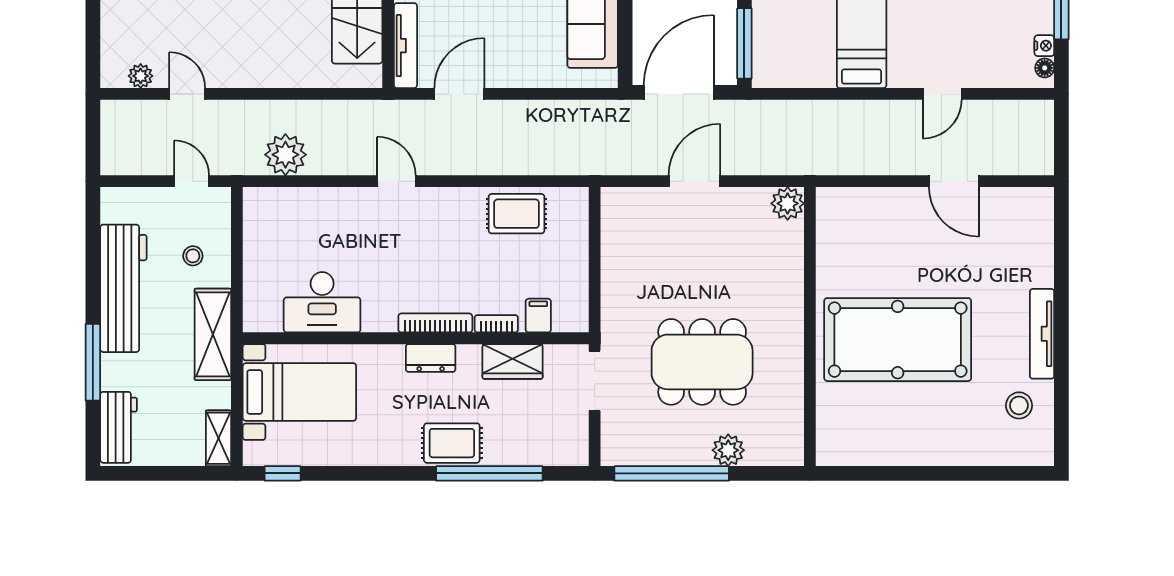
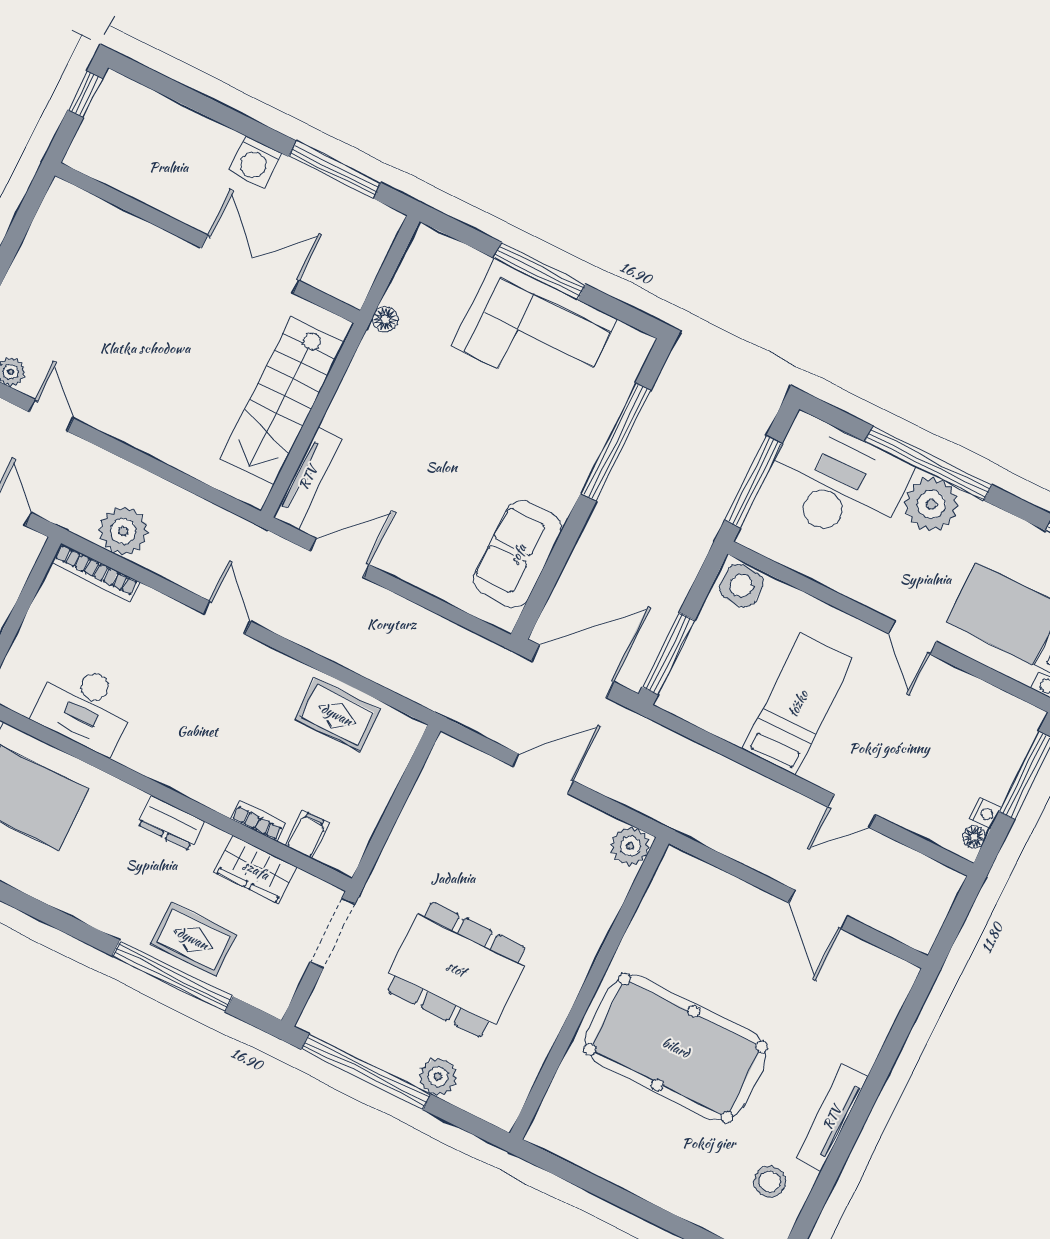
bookcase: (435, 323) -> (95, 572), moved, turned 180
rug: (452, 443) -> (193, 939), moved

